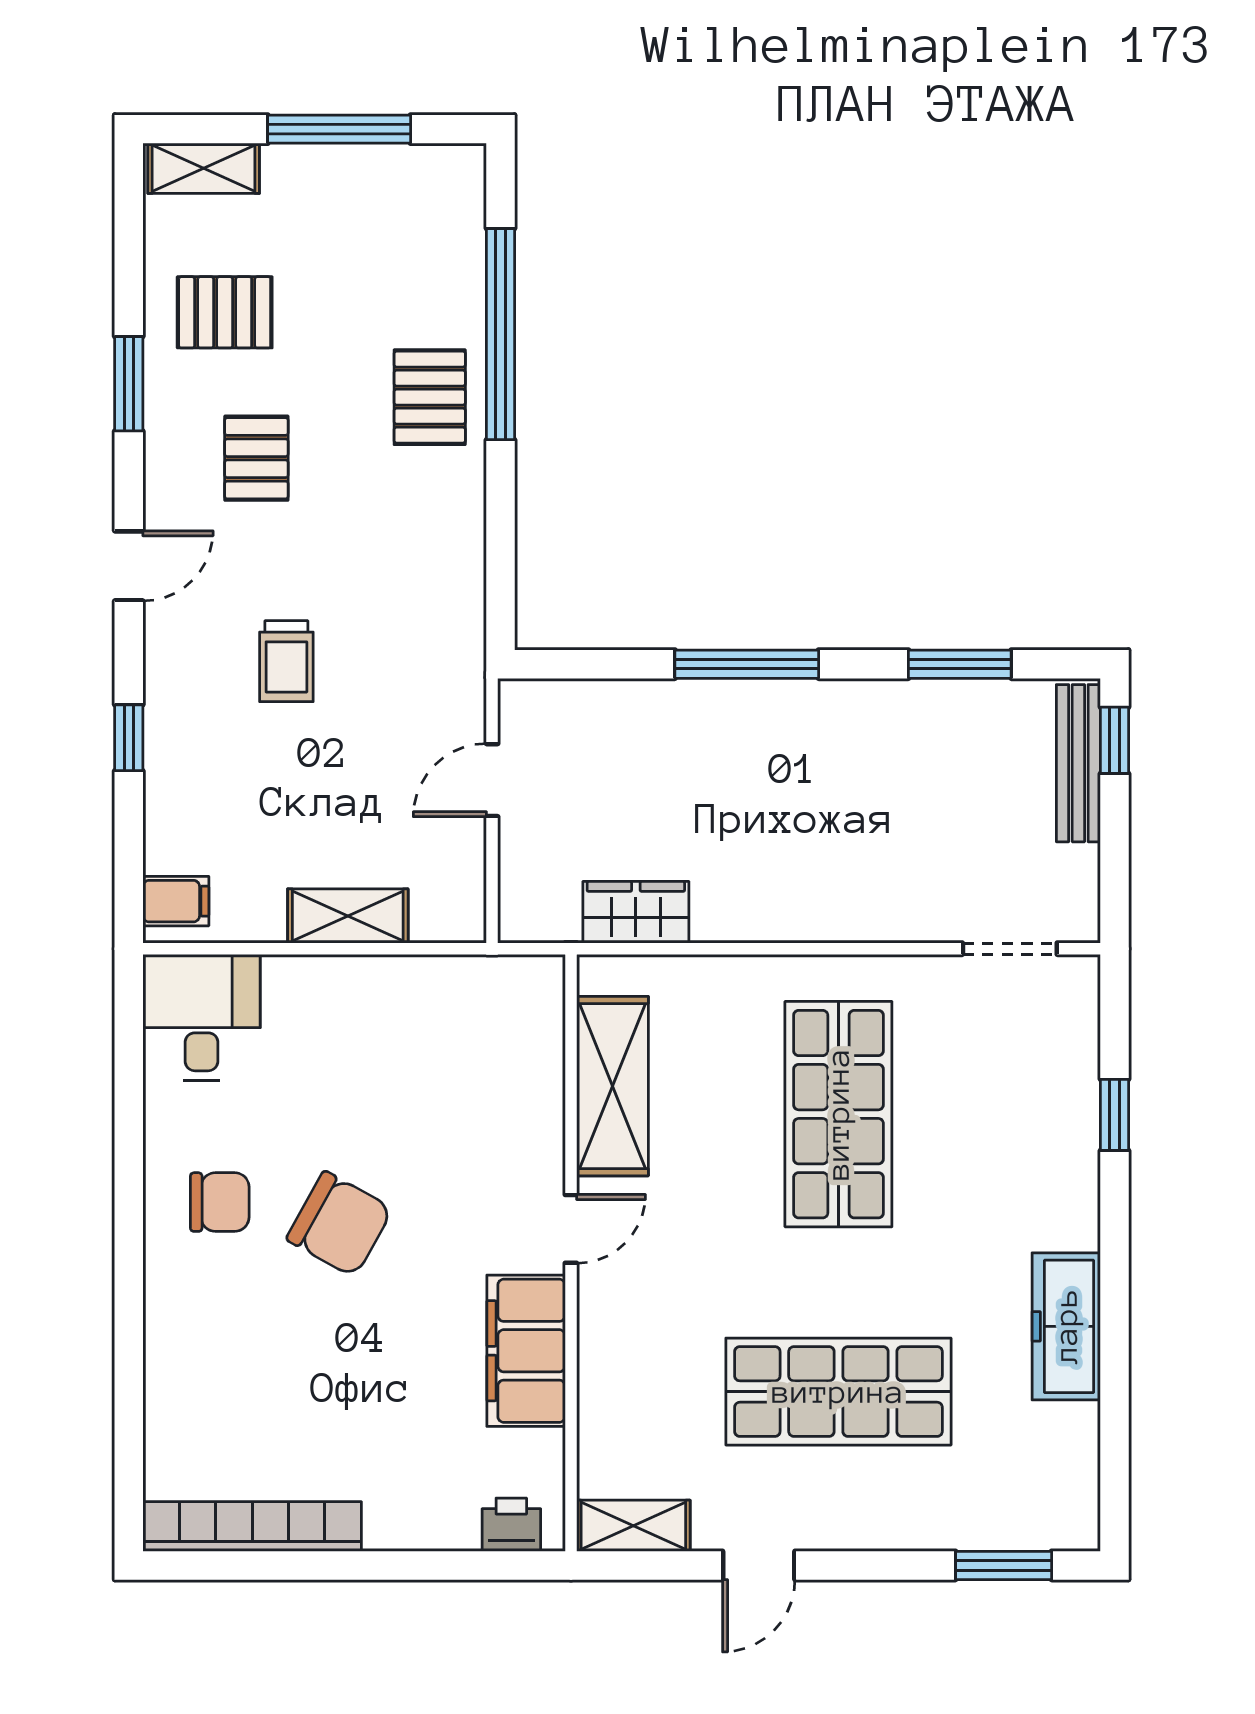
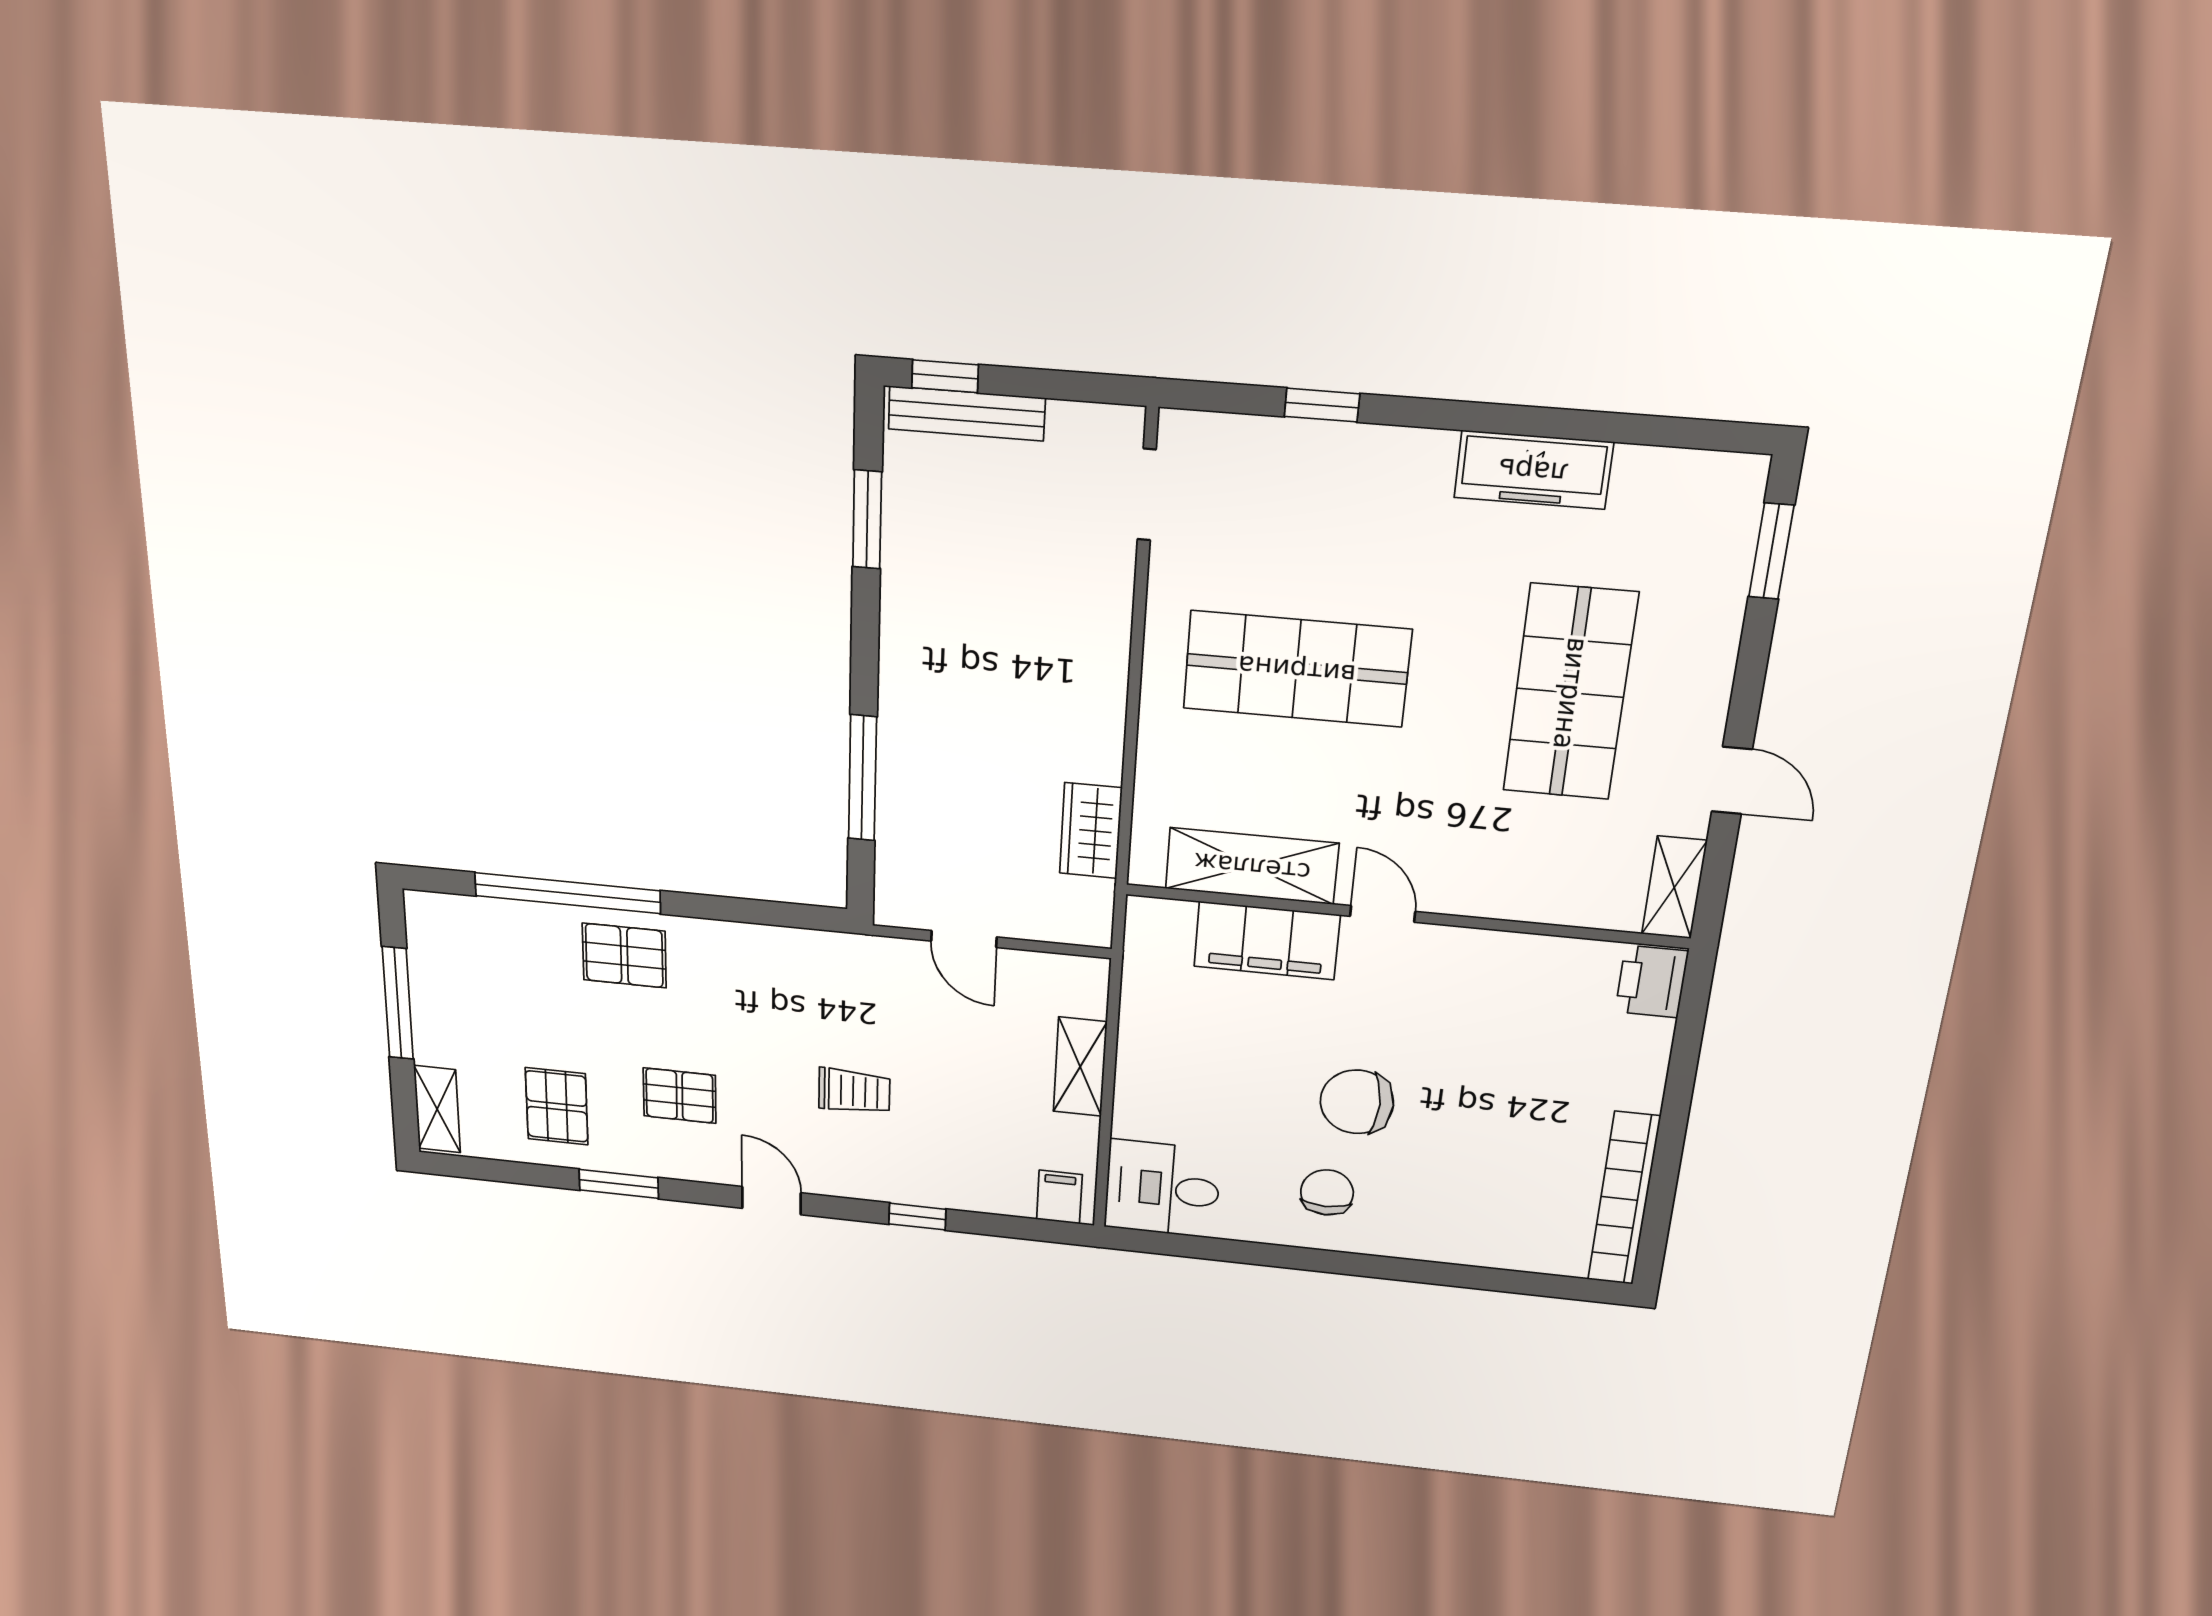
window: (747, 664) -> (862, 778), moved
chair: (339, 1224) -> (1357, 1102), turned -119
filing cabinet: (526, 1351) -> (1267, 941), moved
printer: (511, 1525) -> (1652, 981), width x1.36, depth x1.24

